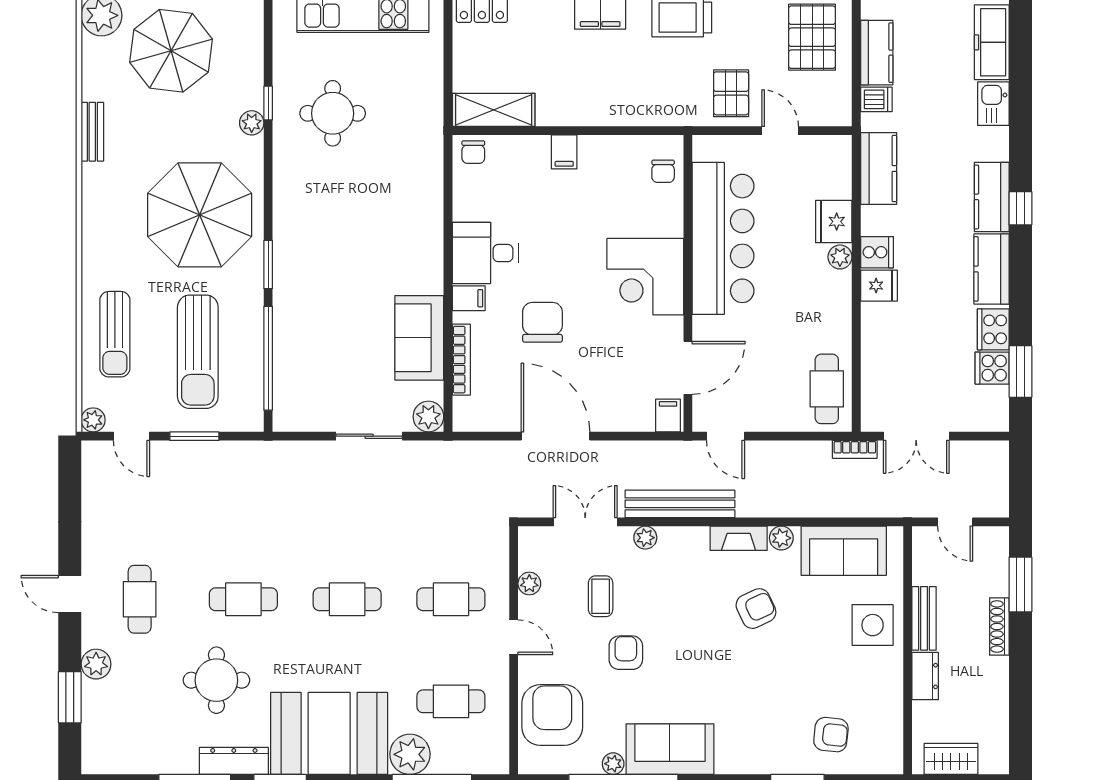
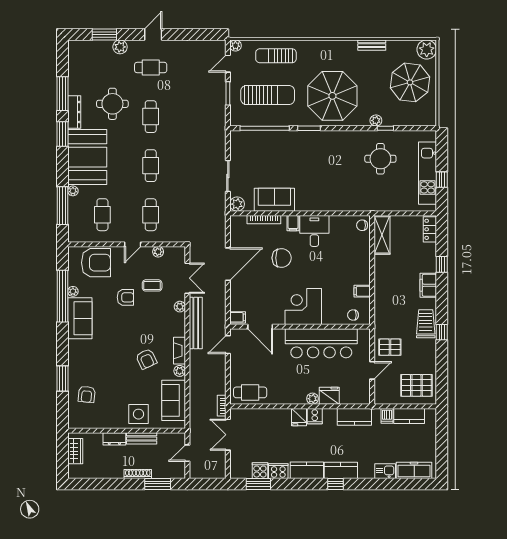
filing cabinet: (564, 152) -> (362, 291), moved
sun lounger: (198, 352) -> (268, 95), turned 180
plant: (410, 754) -> (73, 191), width x0.53, depth x0.53

